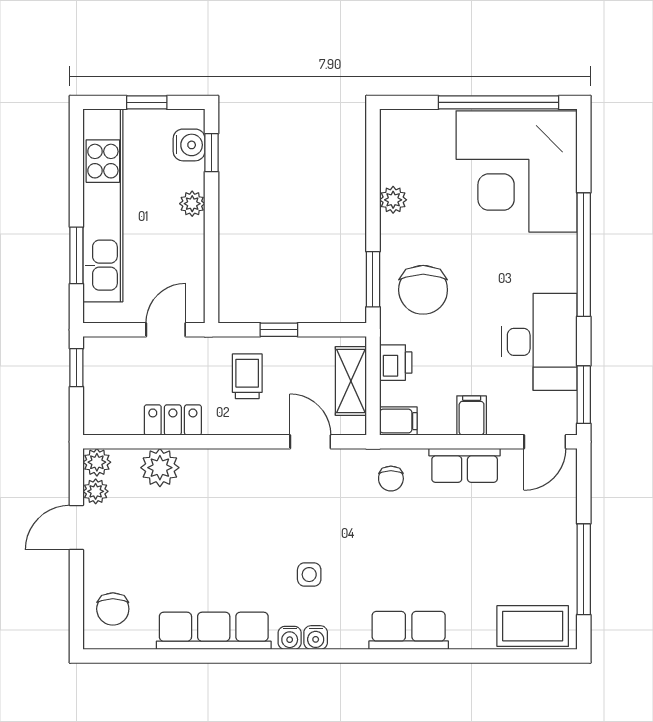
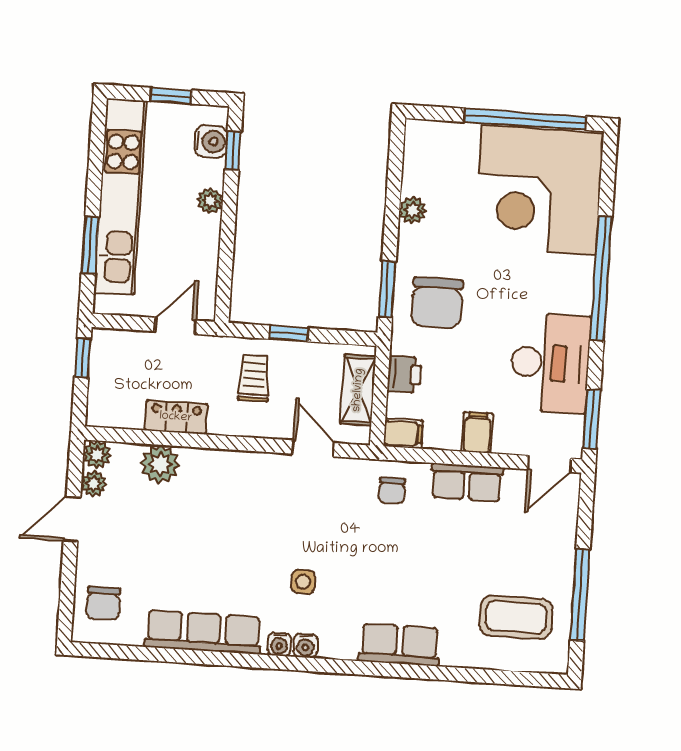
coffee table: (533, 626) -> (516, 617), moved

